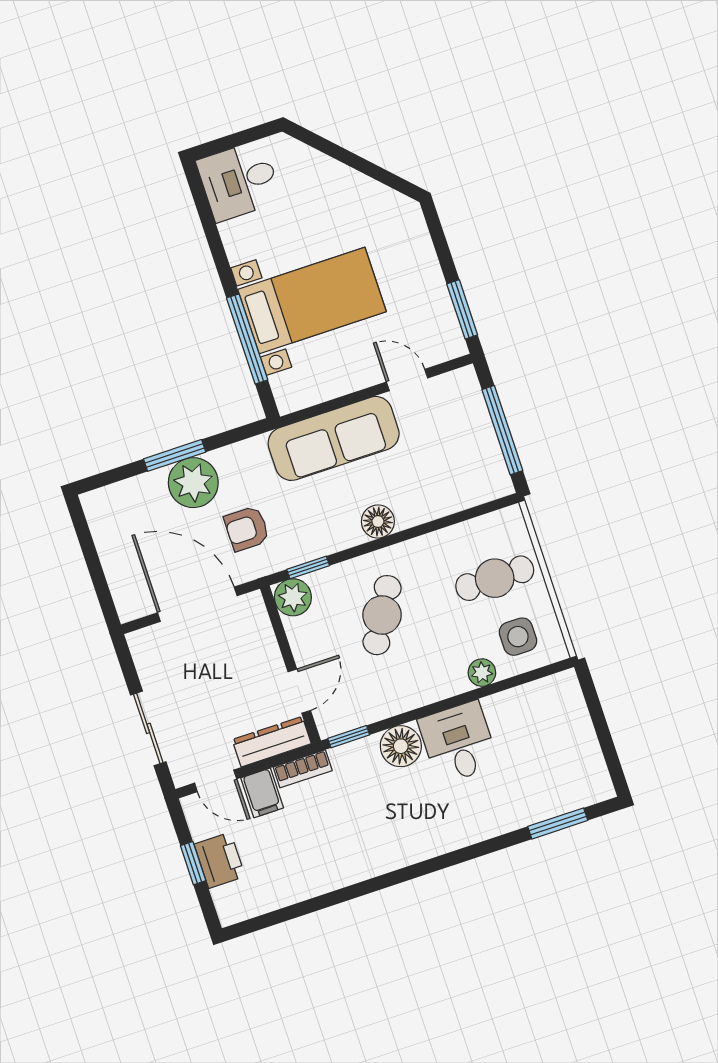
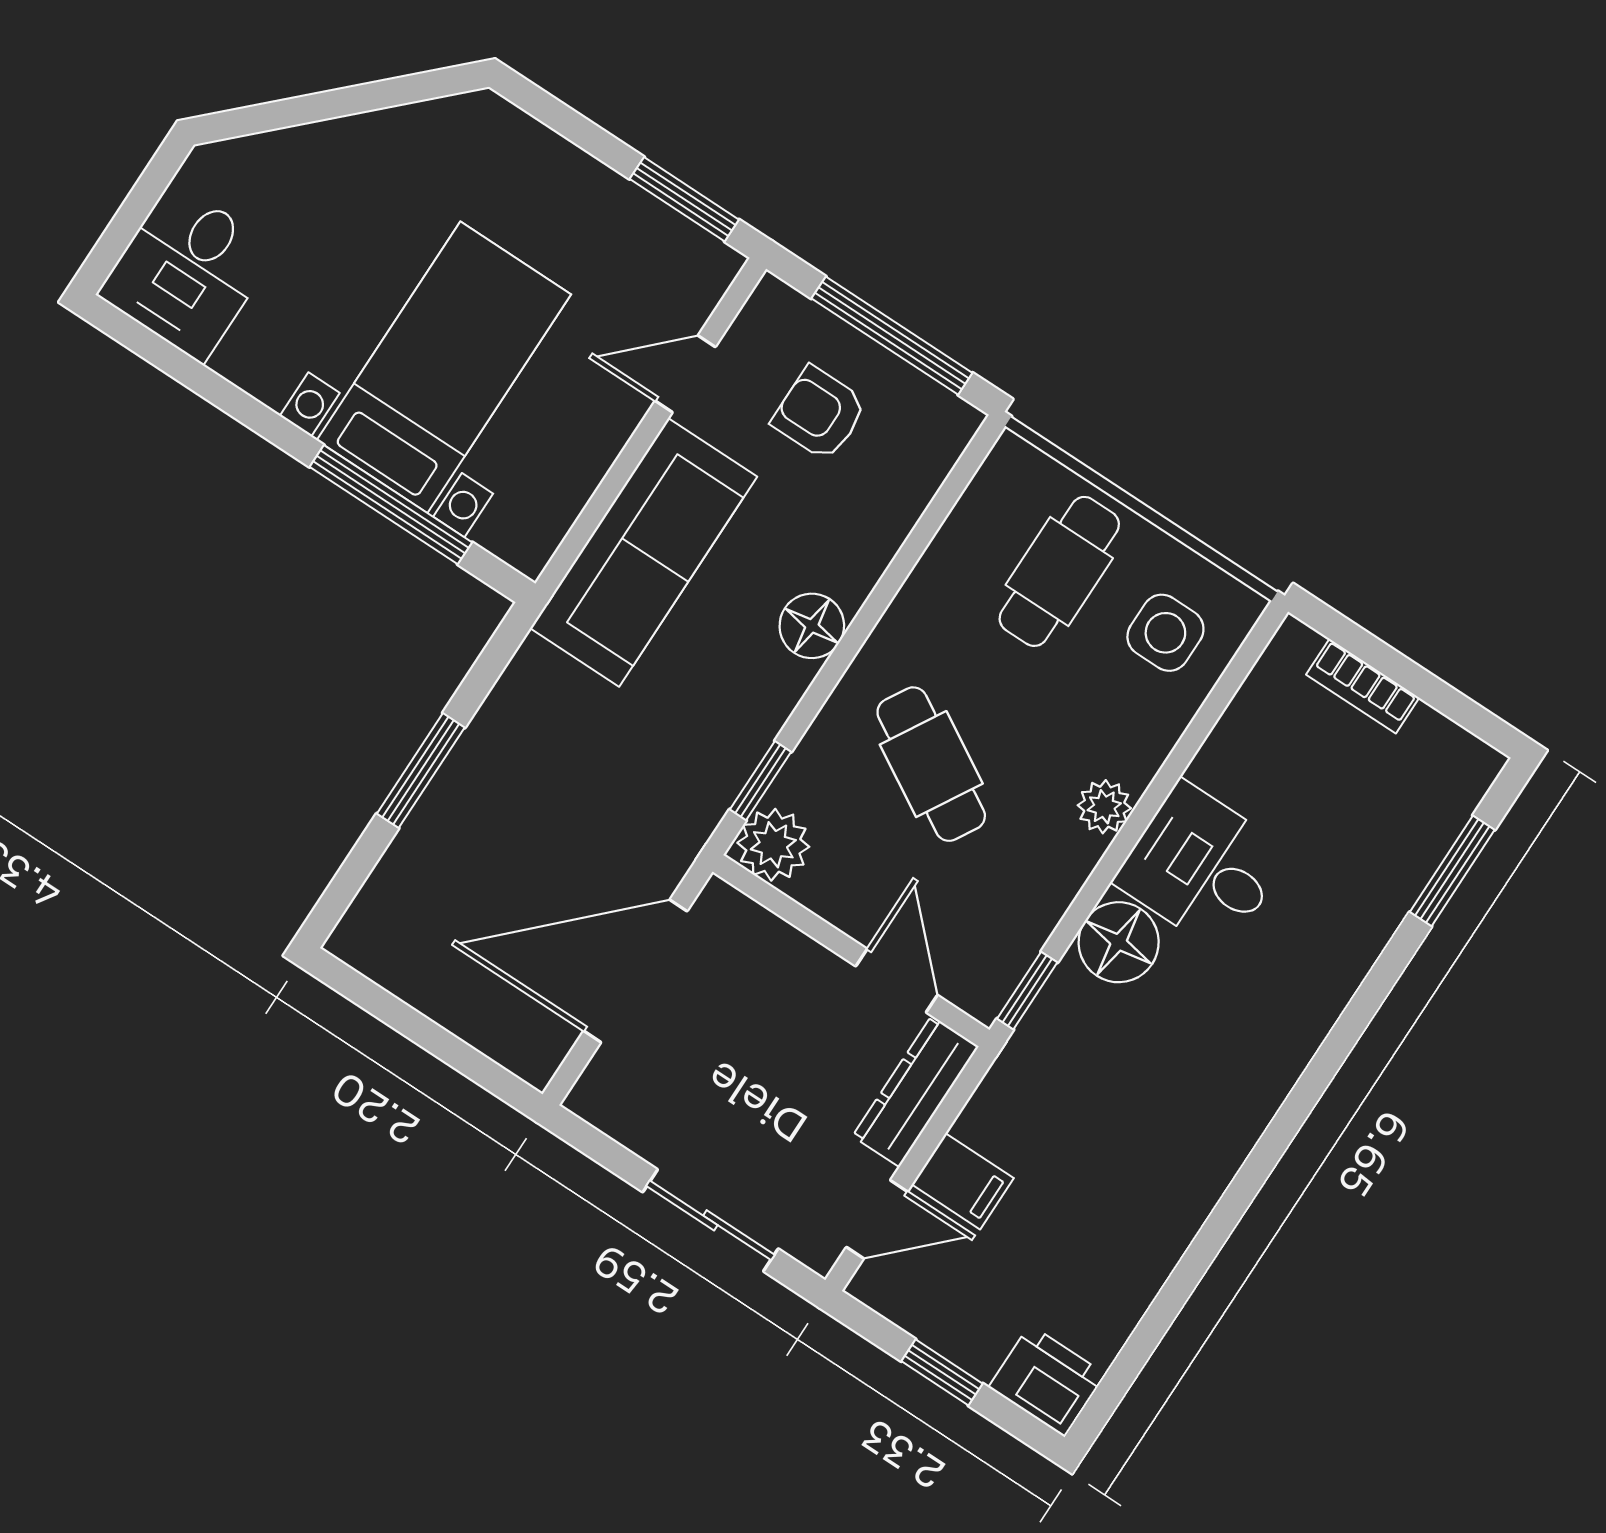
plant: (193, 483) -> (482, 790), removed
armchair: (247, 529) -> (819, 413), moved, turned 90
plant: (482, 673) -> (1104, 807), moved
bookcase: (303, 769) -> (1363, 686), moved, turned 90
printer: (220, 860) -> (1047, 1381), moved

